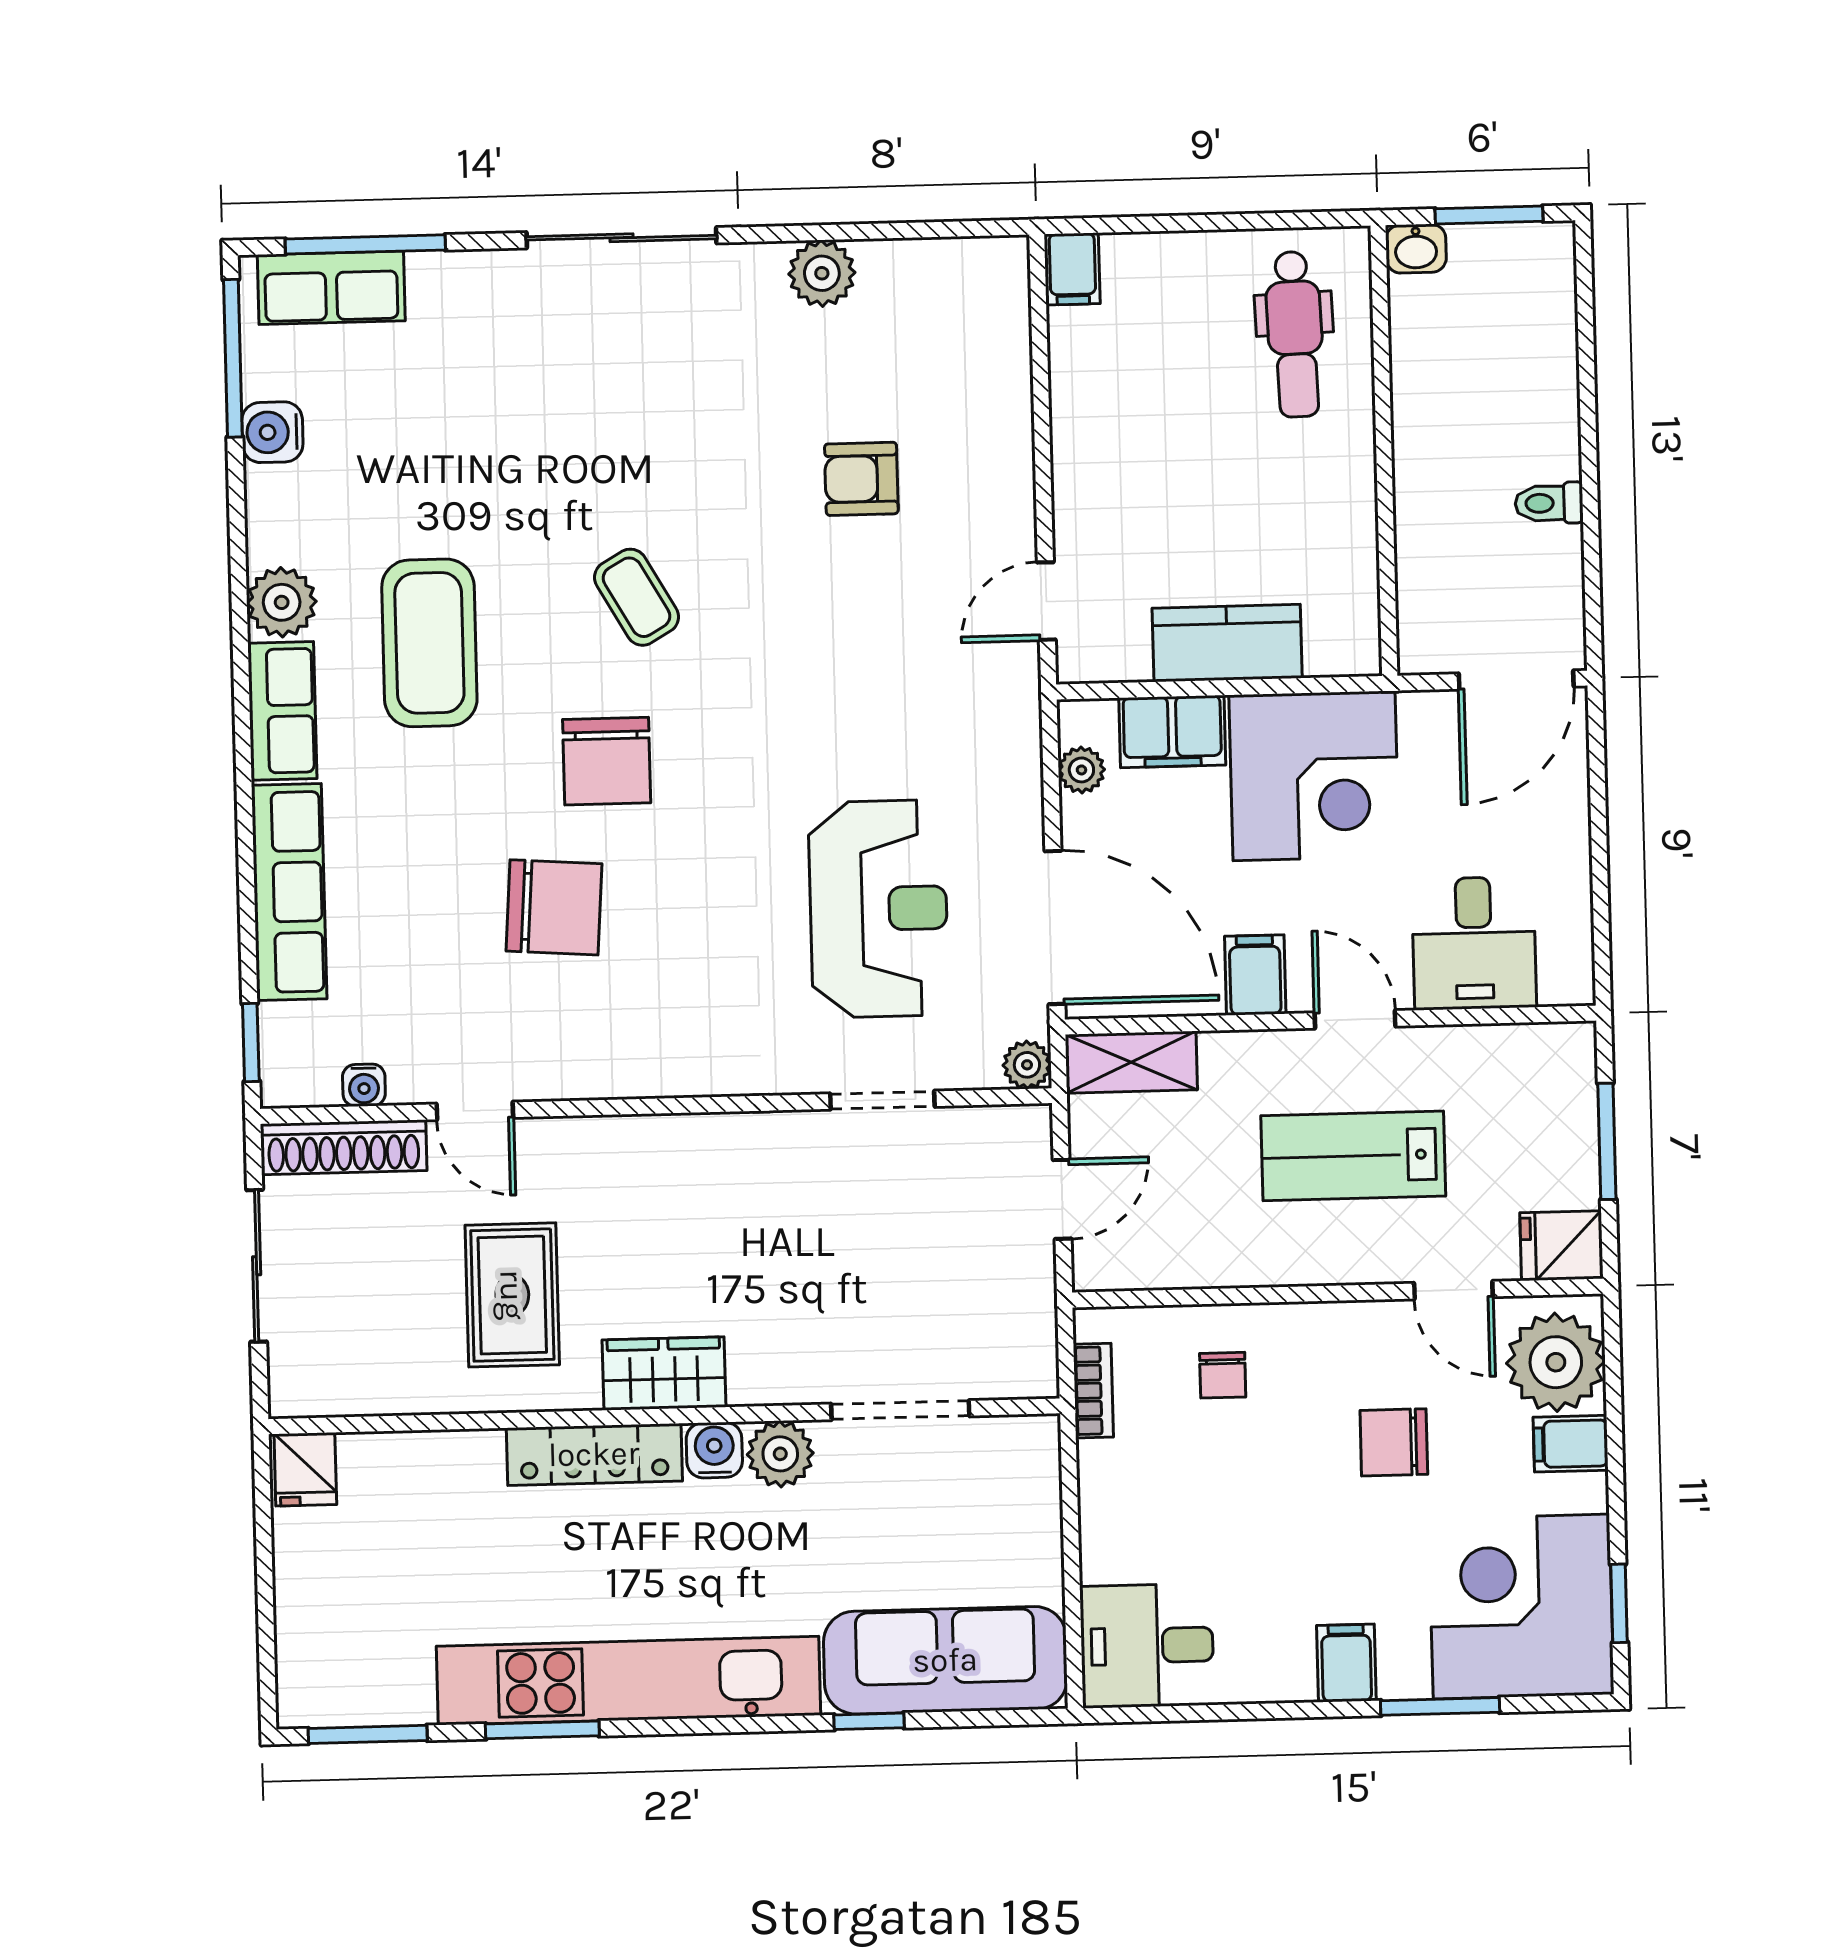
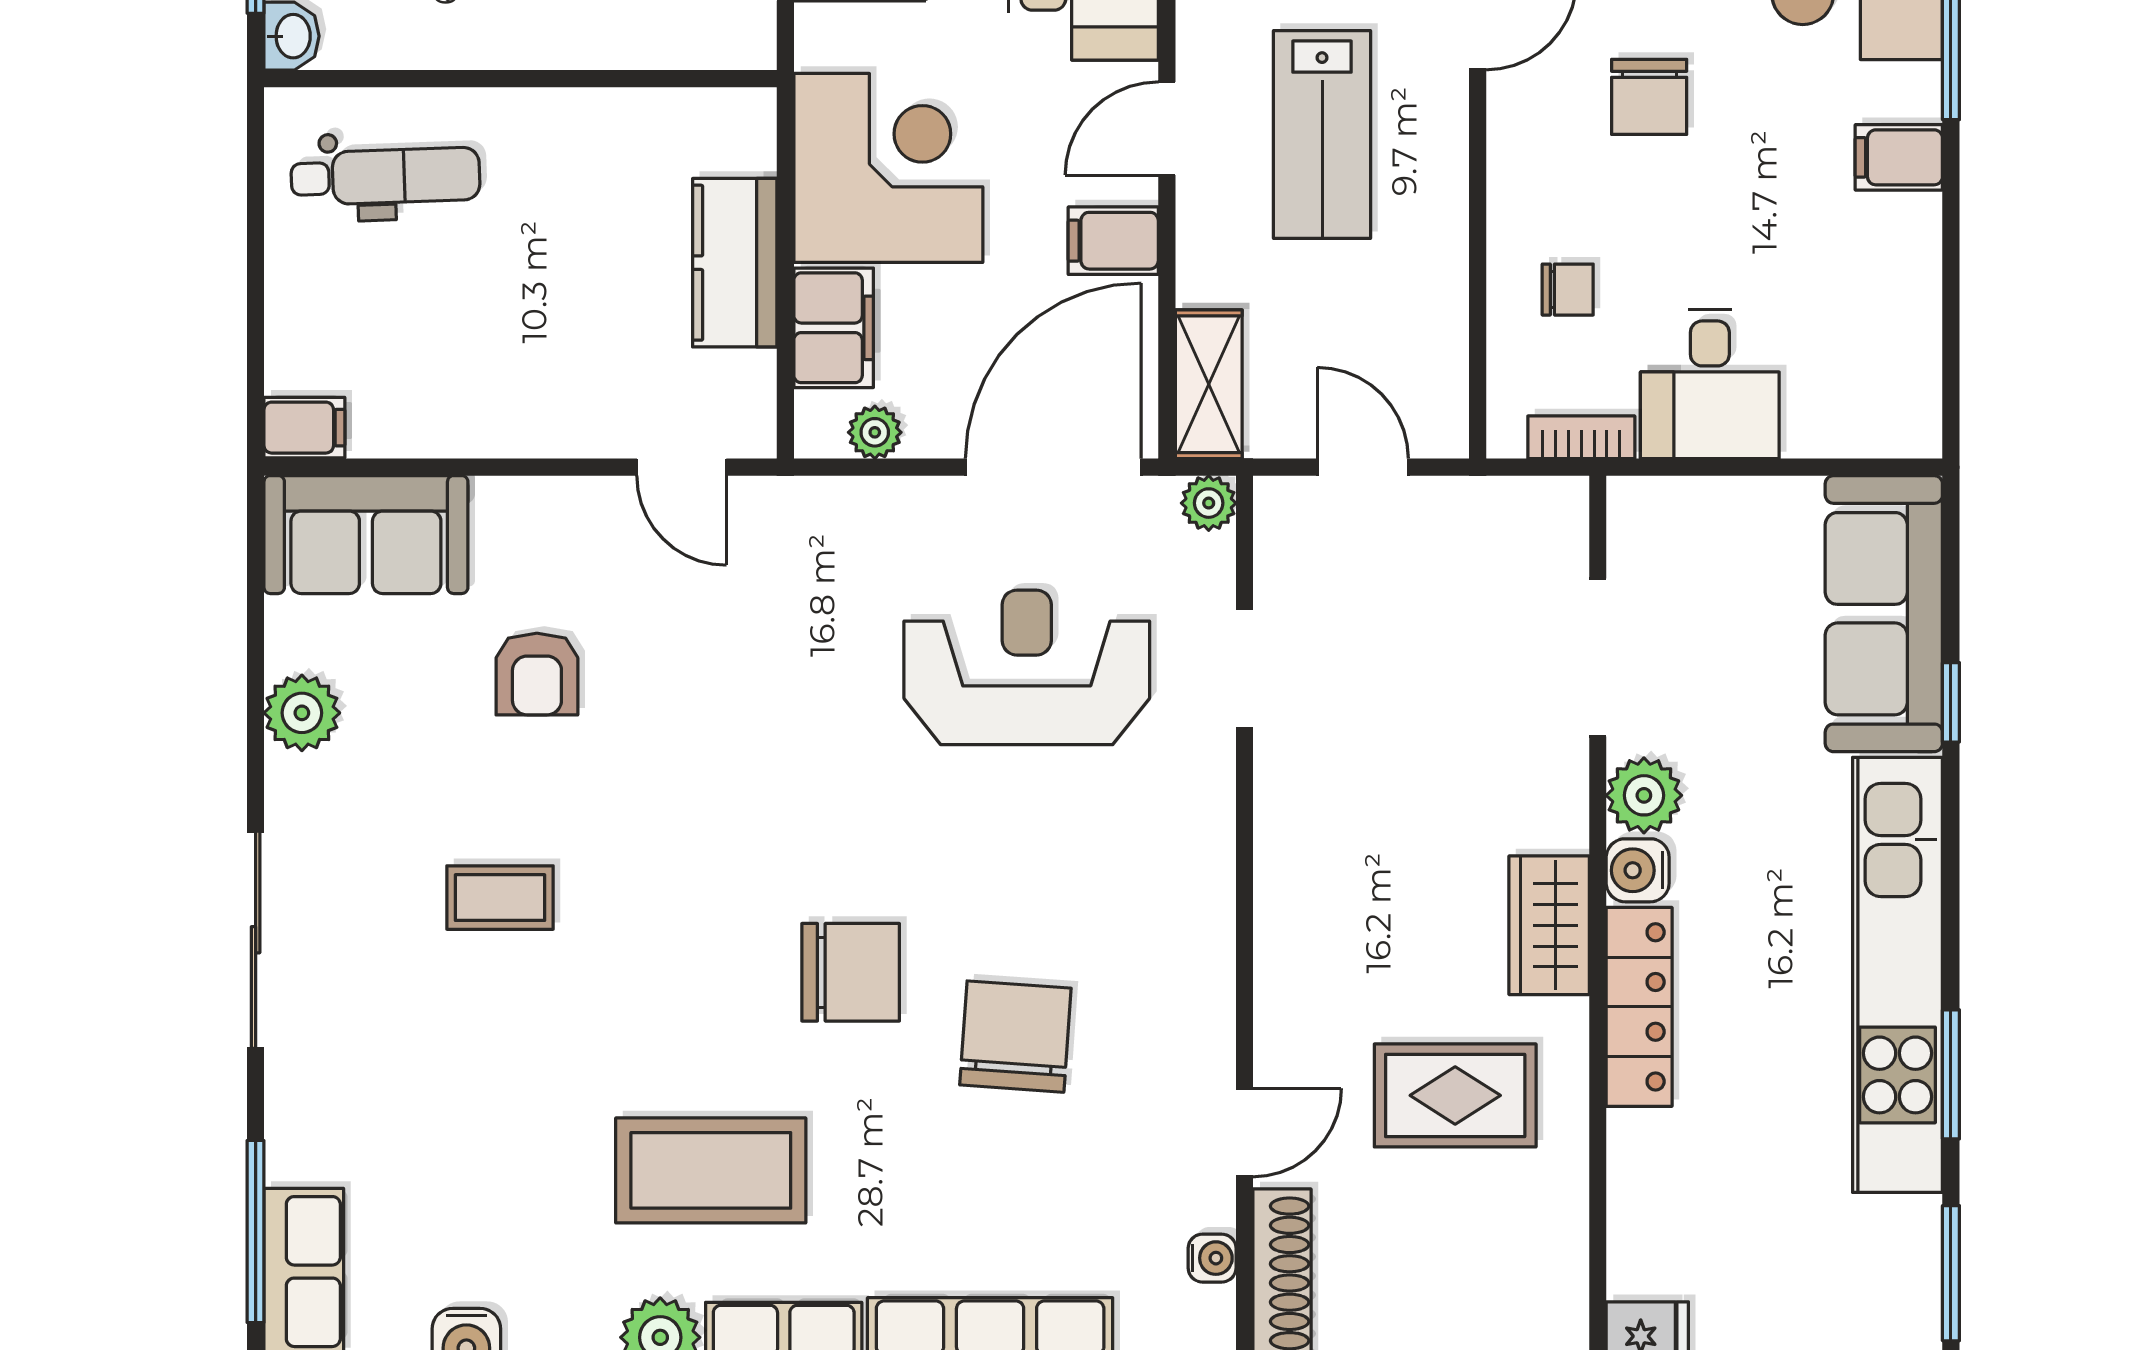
sofa: (980, 325) -> (366, 535), added
coffee table: (636, 597) -> (500, 898), moved, turned 30
desk: (1147, 1646) -> (1710, 384), moved

